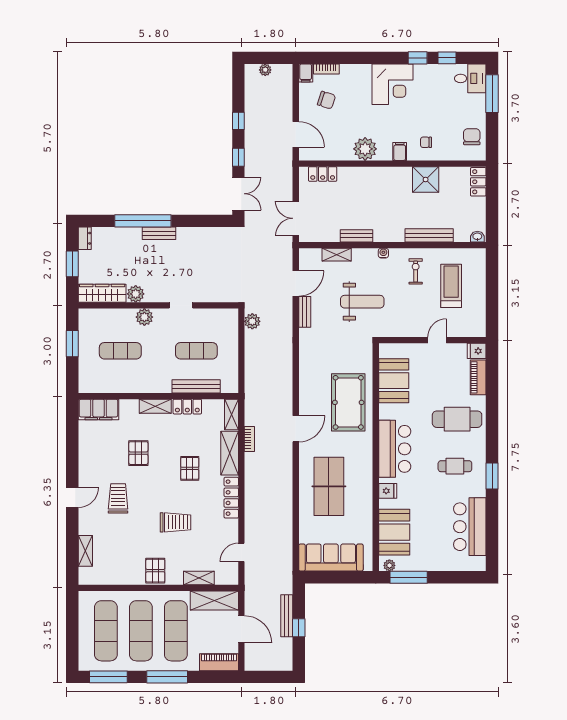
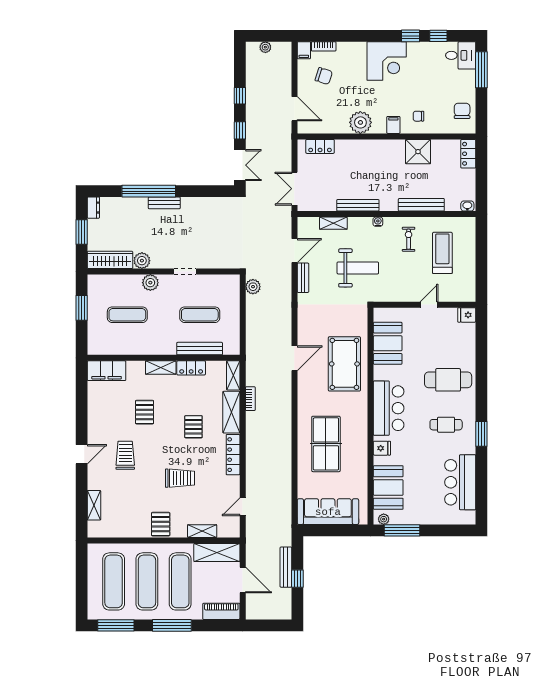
bench: (356, 236) -> (358, 205), width x1.36
piano: (478, 377) -> (468, 340), removed
door: (296, 429) -> (294, 358), moved

